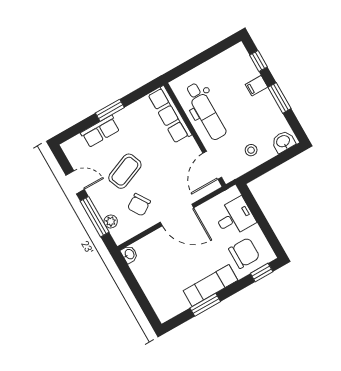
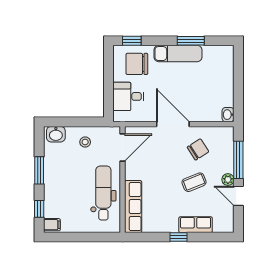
filing cabinet: (256, 86) -> (52, 225), moved
window: (110, 110) -> (178, 237), width x0.67
coffee table: (125, 171) -> (194, 182), width x0.73, depth x0.77
plant: (111, 221) -> (228, 180), moved

